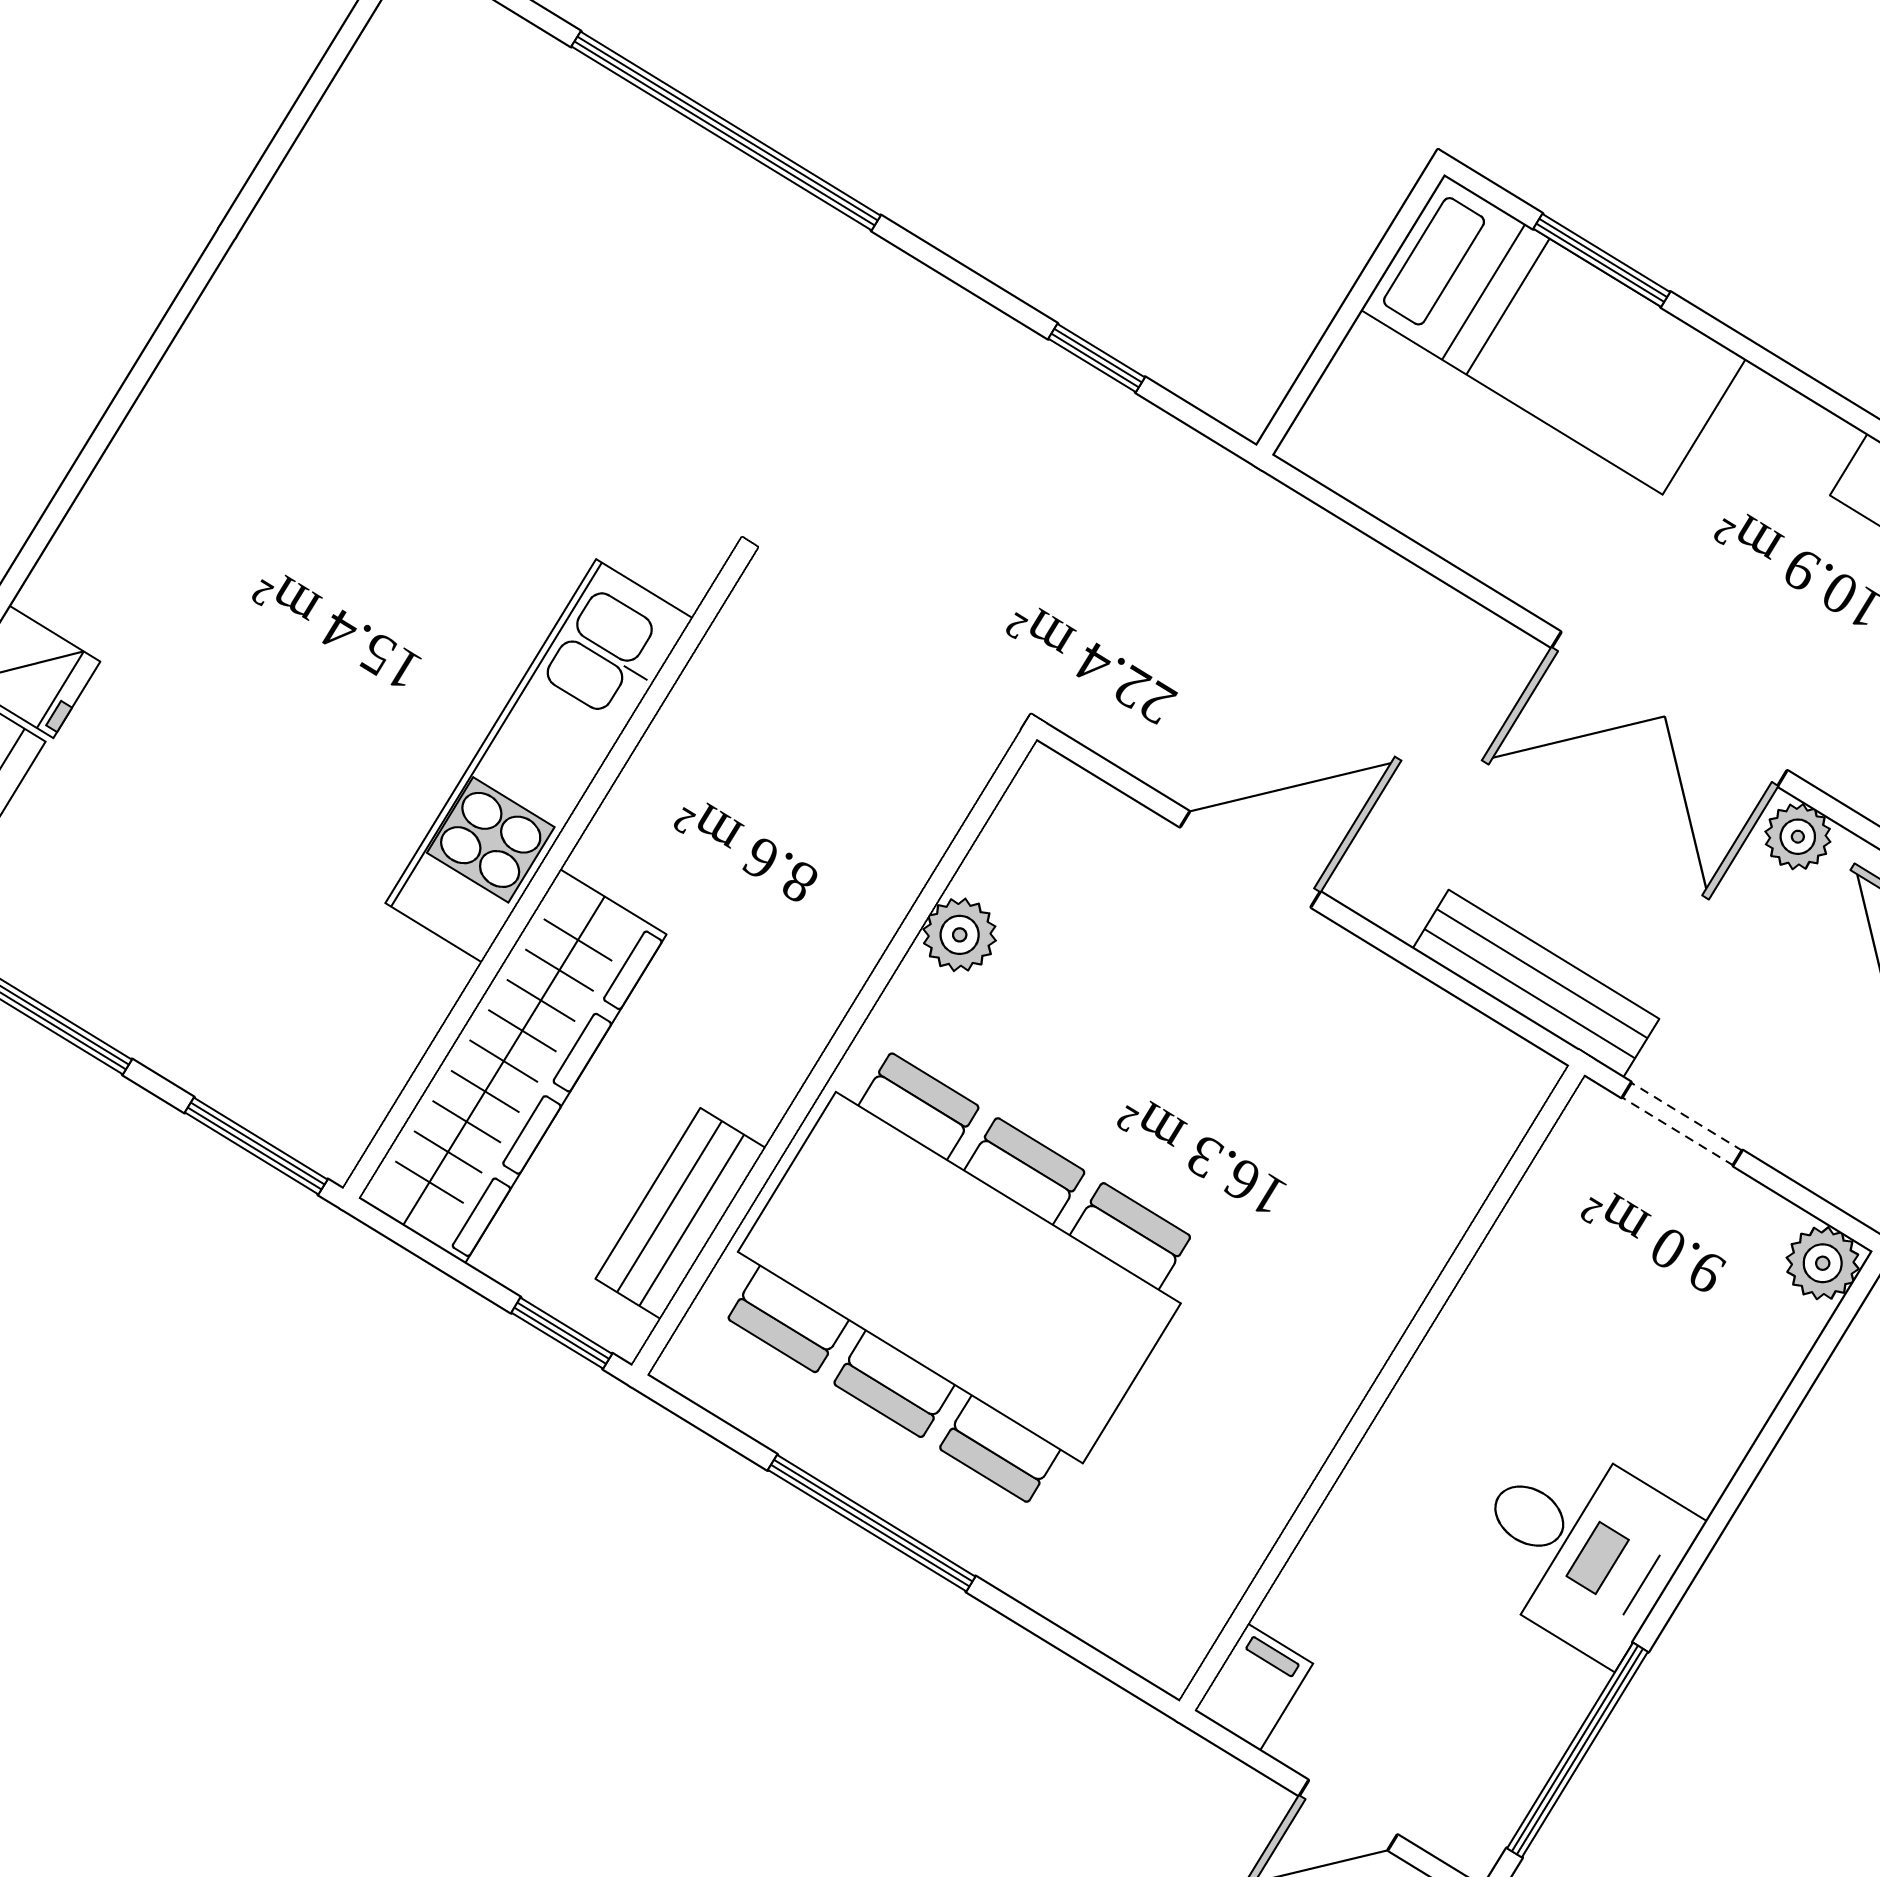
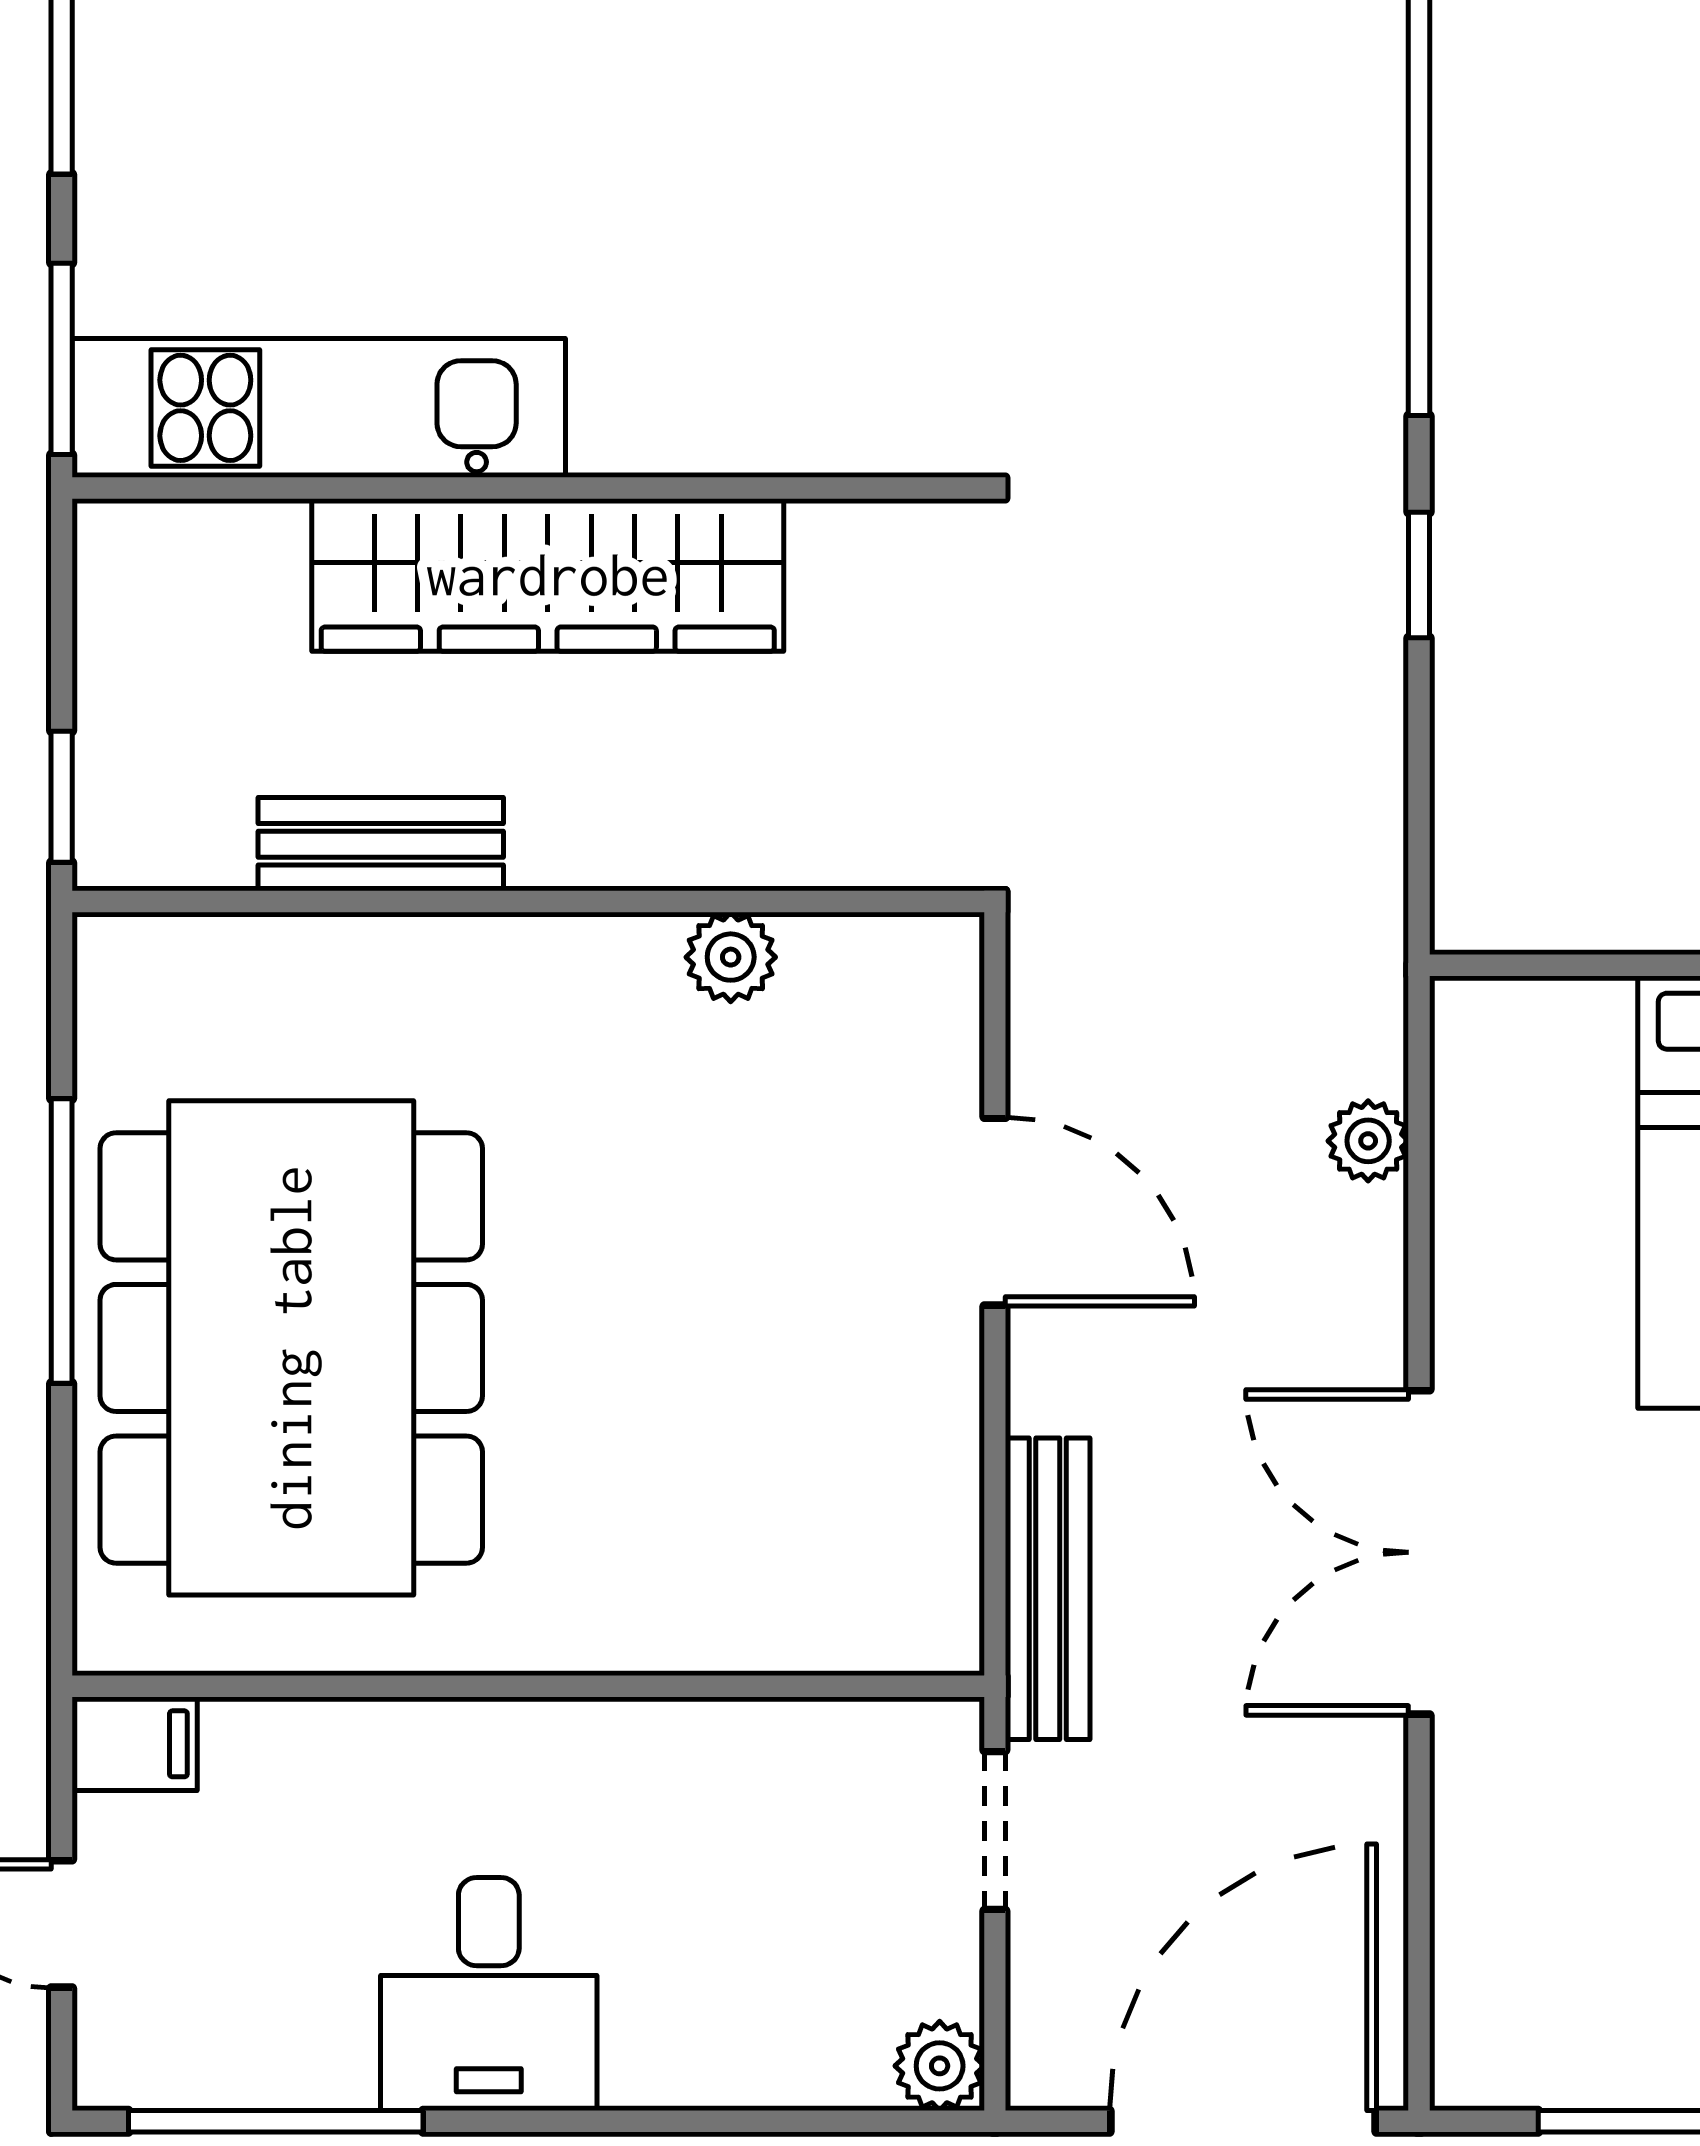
window: (1097, 358) -> (1419, 575), moved
kitchen unit: (539, 761) -> (319, 408), moved
plant: (1798, 837) -> (1368, 1141), moved
wardrobe: (512, 1066) -> (548, 575), moved
bench: (681, 1213) -> (381, 844), moved
dining table: (959, 1278) -> (291, 1348), moved

